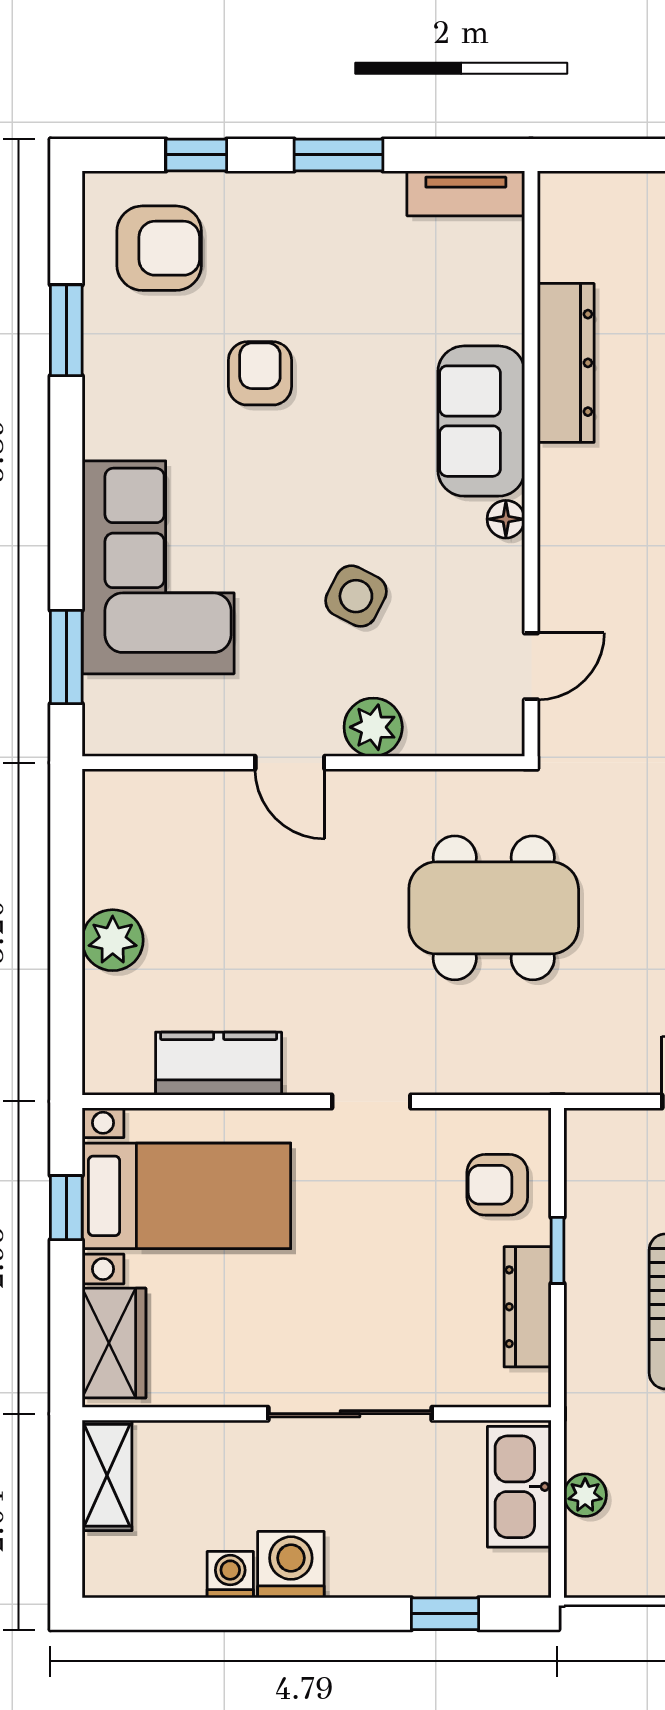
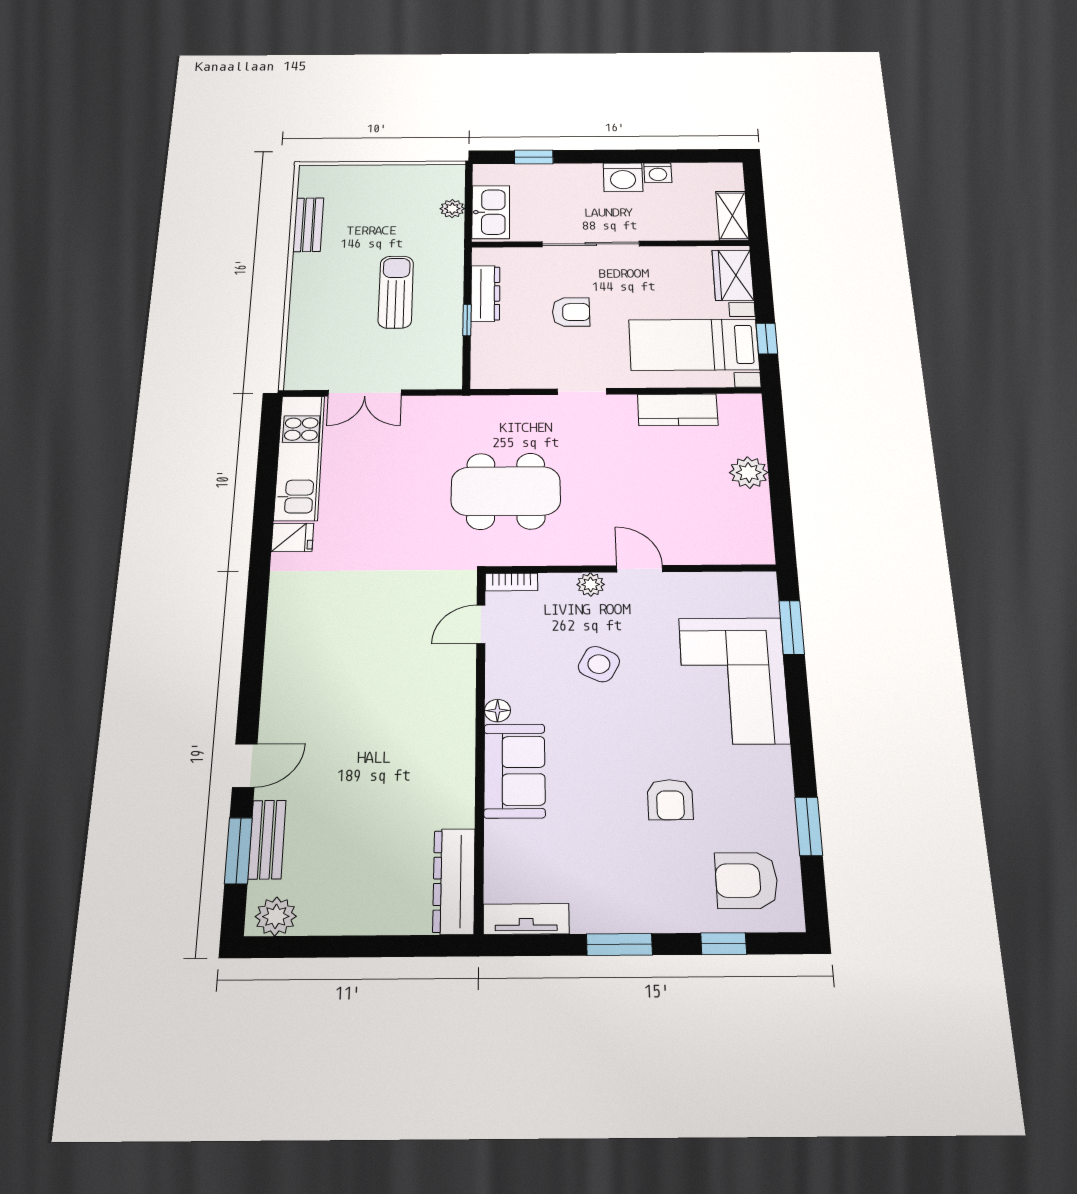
dresser: (566, 363) -> (454, 881), moved
plant: (373, 727) -> (591, 584), width x0.73, depth x0.73
bookcase: (485, 740) -> (511, 582), added
armchair: (497, 1185) -> (571, 312), moved

